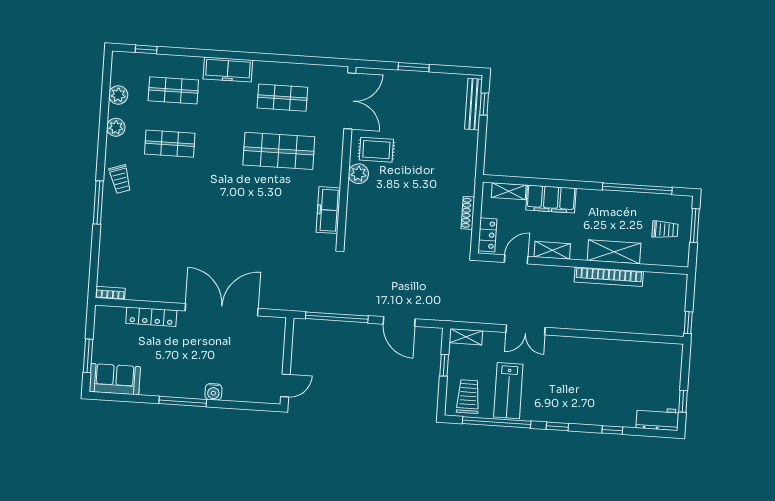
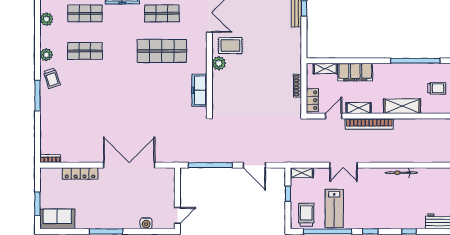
plant: (116, 127) -> (46, 55), moved
bookcase: (609, 277) -> (369, 124), moved
bicycle: (607, 346) -> (401, 173), added
water cooler: (213, 392) -> (146, 223), moved

